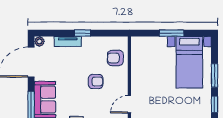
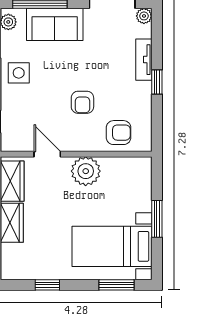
armchair: (115, 58) -> (119, 133), turned 90
window: (215, 75) -> (117, 285), moved
plant: (140, 79) -> (86, 171), added

